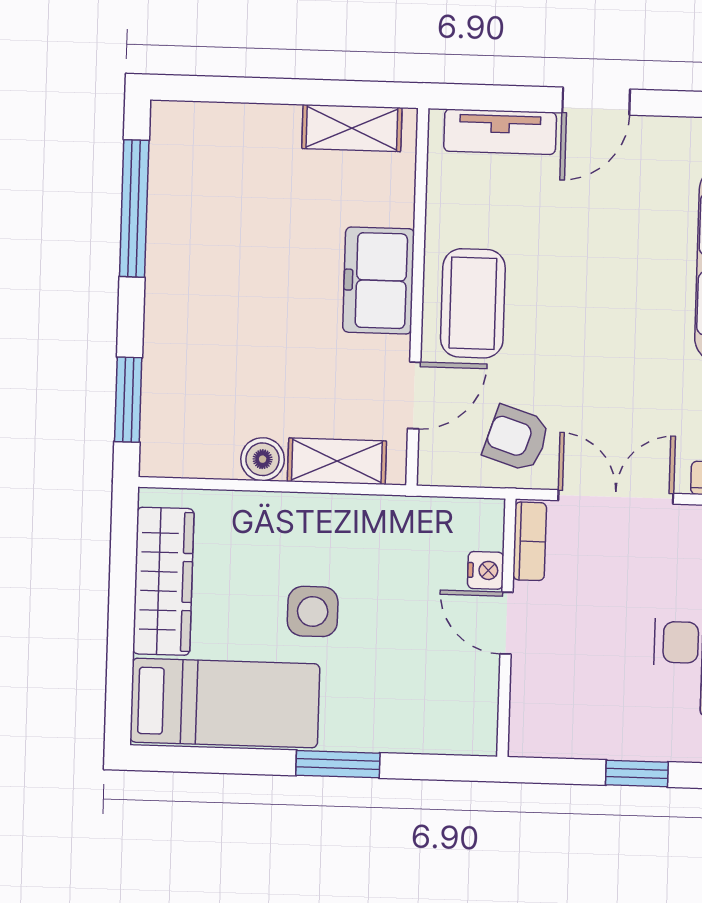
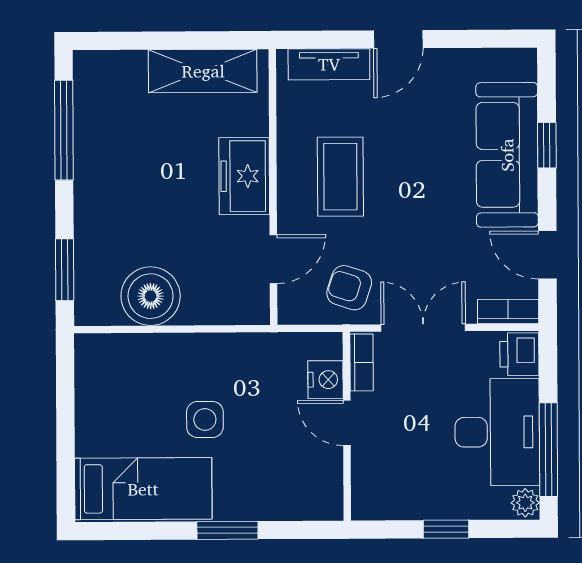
shelving: (352, 128) -> (203, 71), width x1.50, depth x1.33
coffee table: (473, 303) -> (340, 177), moved
boiler: (263, 459) -> (151, 296), width x1.86, depth x1.86
shelving: (337, 461) -> (219, 309), removed
nightstand: (486, 570) -> (326, 380), width x1.39, depth x1.35
wardrobe: (163, 581) -> (95, 401), removed

